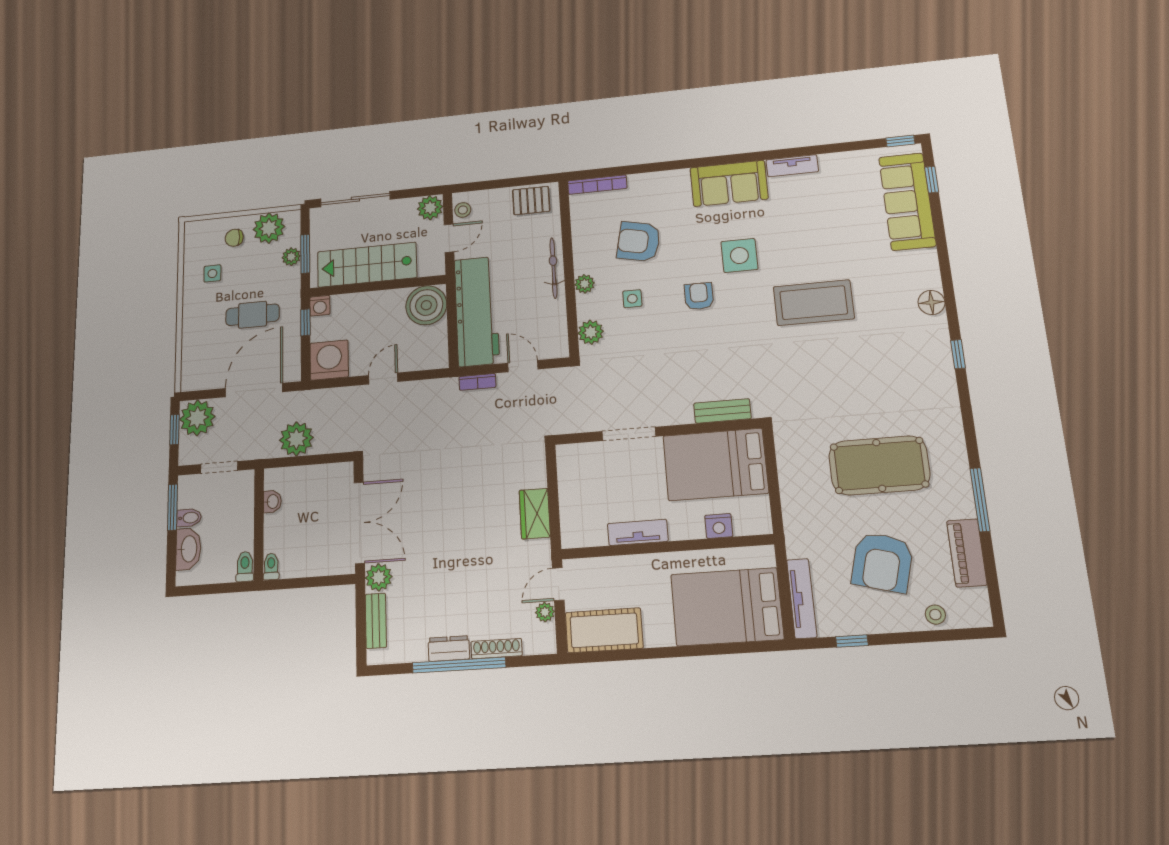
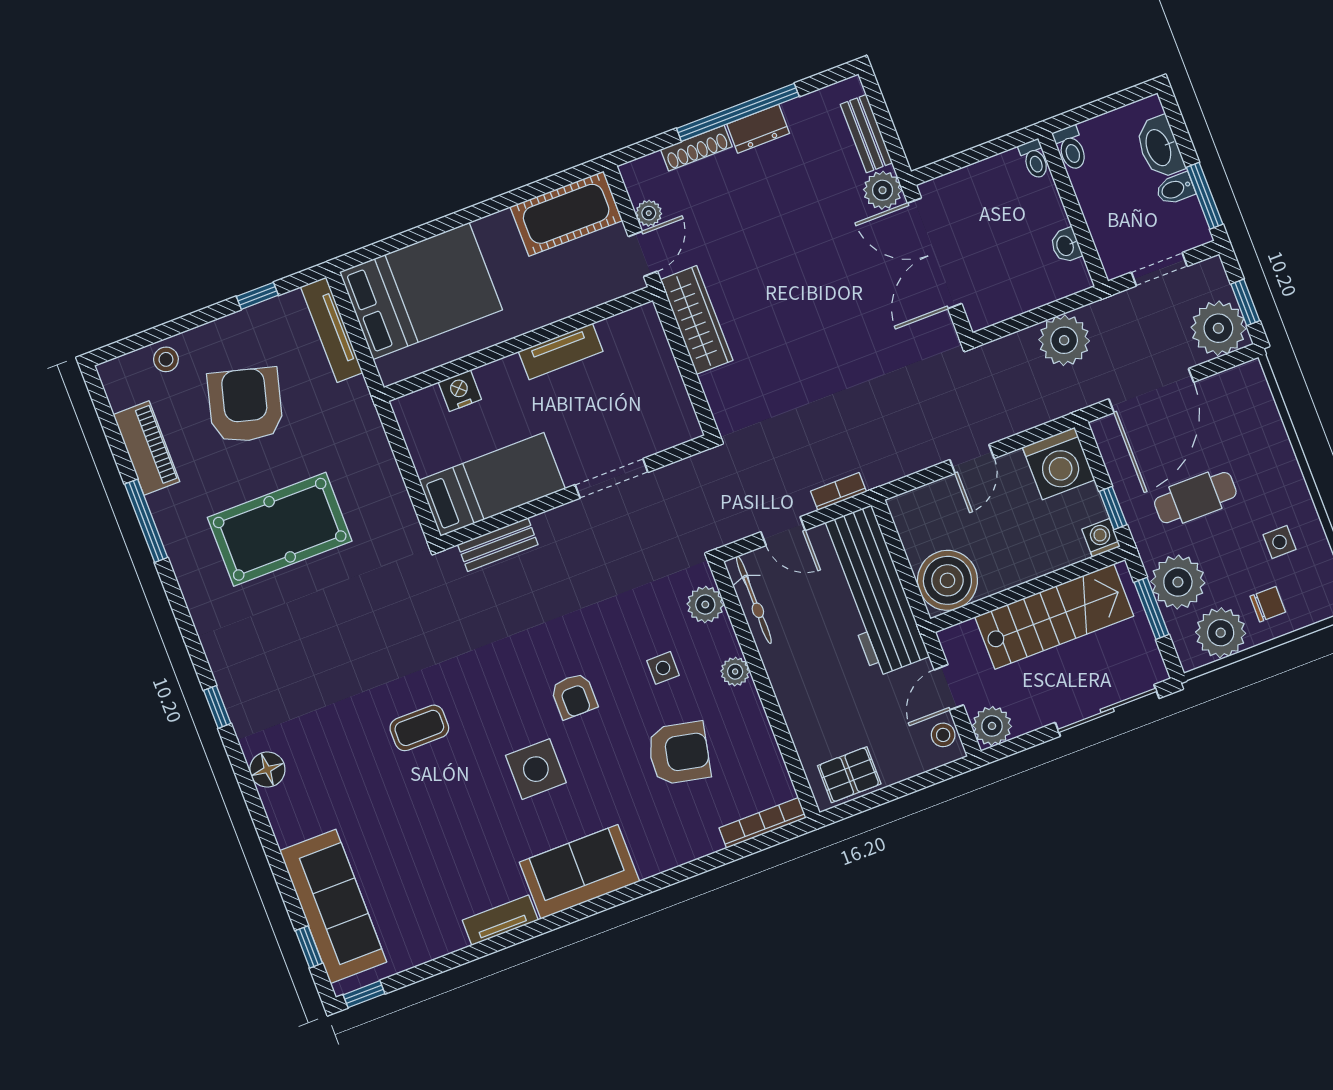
plant: (291, 257) -> (1178, 582), width x1.87, depth x1.87
bicycle: (553, 268) -> (754, 600), moved
coffee table: (814, 303) -> (419, 728), width x0.54, depth x0.58
bed: (715, 464) -> (492, 484), width x0.67
wardrobe: (535, 514) -> (697, 320), width x1.50

